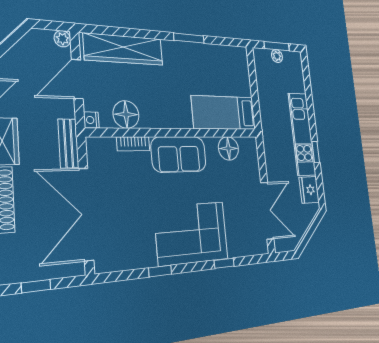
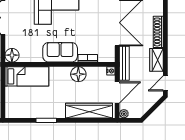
floor lamp: (126, 114) -> (78, 74), moved
bench: (68, 143) -> (124, 63), width x1.36
floor lamp: (228, 148) -> (12, 55), moved

